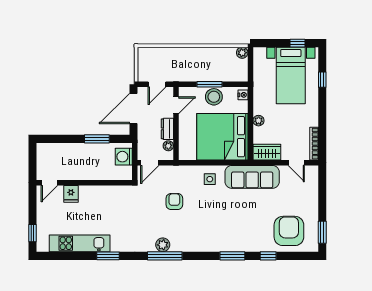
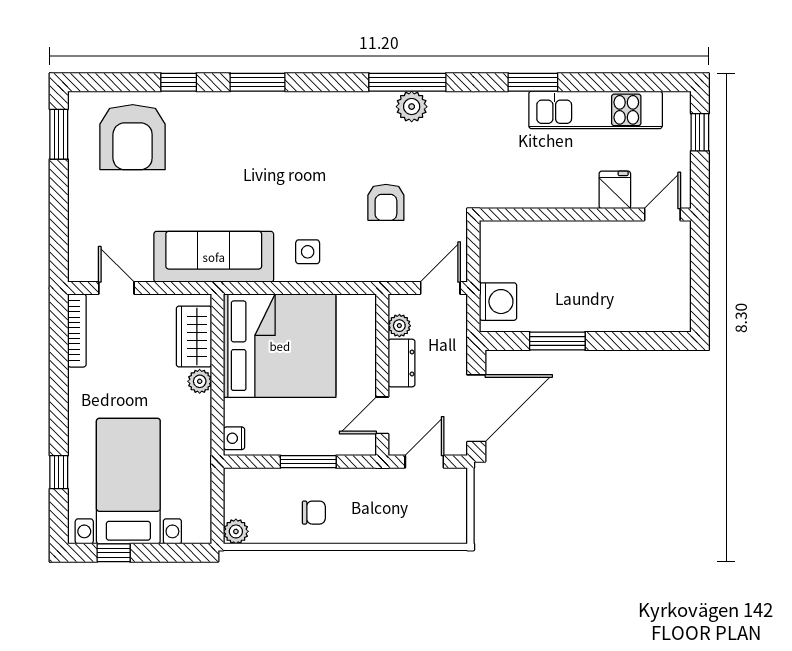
chair: (207, 61) -> (314, 513), added
stool: (214, 97) -> (299, 434), removed
wardrobe: (267, 152) -> (194, 337), moved, turned 90
door: (49, 183) -> (662, 215), moved
wall: (84, 183) -> (585, 215), moved
fridge: (71, 194) -> (615, 190), moved

